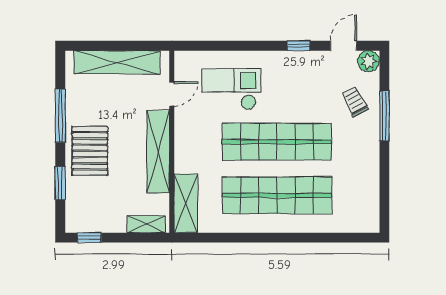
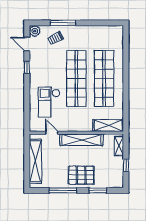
window: (89, 238) -> (126, 165), moved

